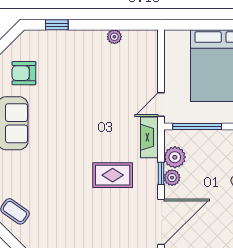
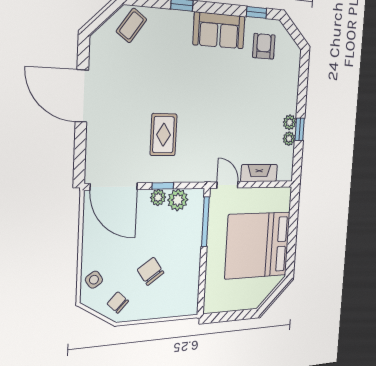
window: (57, 25) -> (300, 129), moved
plant: (98, 37) -> (290, 122), added
fireplace: (149, 137) -> (259, 173), moved

